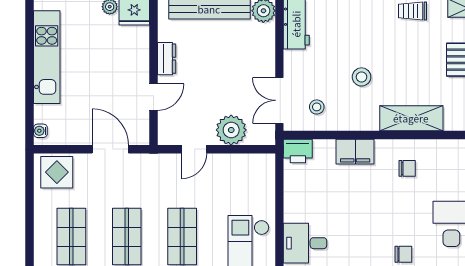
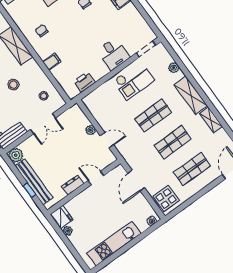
double door: (279, 100) -> (43, 124), moved
plant: (231, 130) -> (91, 130), width x0.53, depth x0.53
printer: (298, 151) -> (84, 82), moved, turned -90
filing cabinet: (355, 152) -> (52, 62), width x0.50

